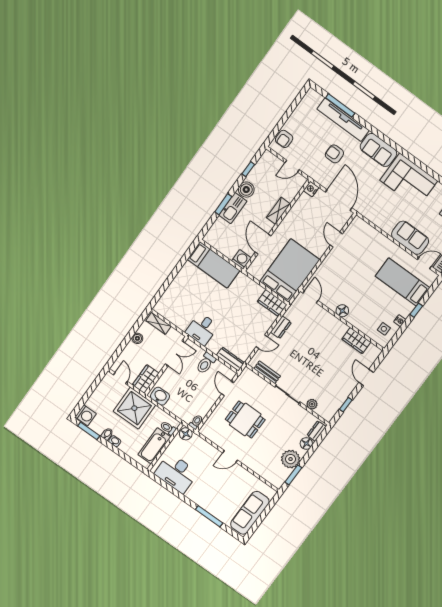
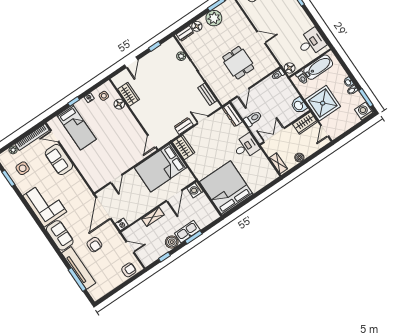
bed: (214, 265) -> (226, 188), width x2.04
floor lamp: (342, 311) -> (119, 104), moved
desk: (176, 473) -> (311, 42), width x0.73

